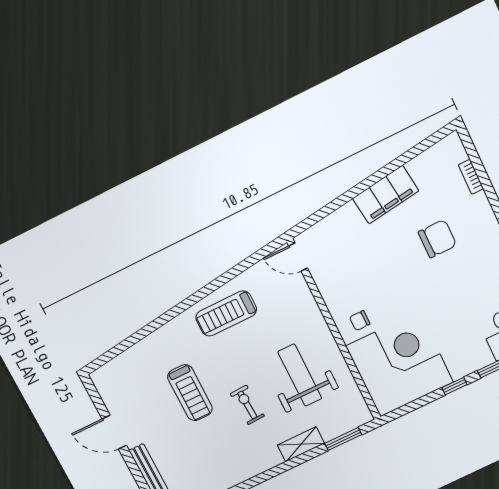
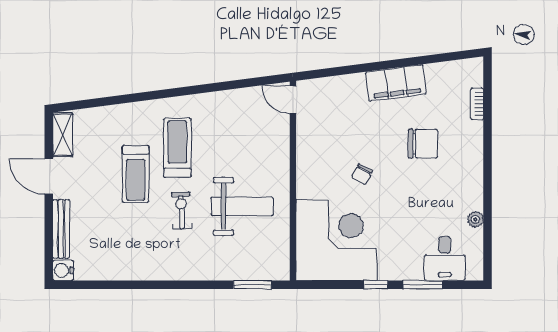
treadmill: (226, 313) -> (177, 148), moved, turned 90
chair: (360, 321) -> (362, 174), moved, turned -62
weight bench: (300, 375) -> (242, 206), turned 90
shelving: (301, 444) -> (63, 135), moved, turned 90

